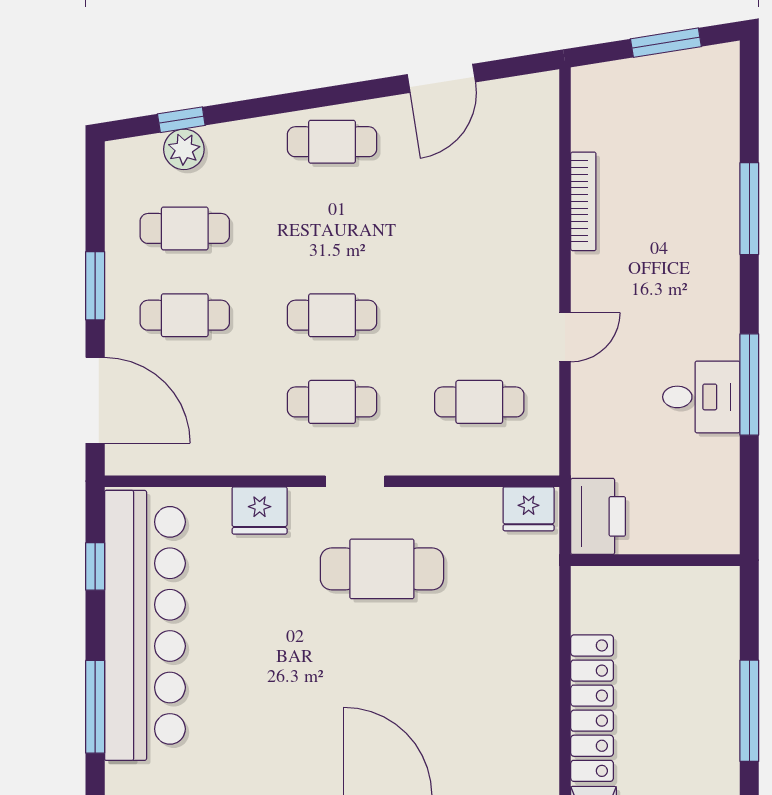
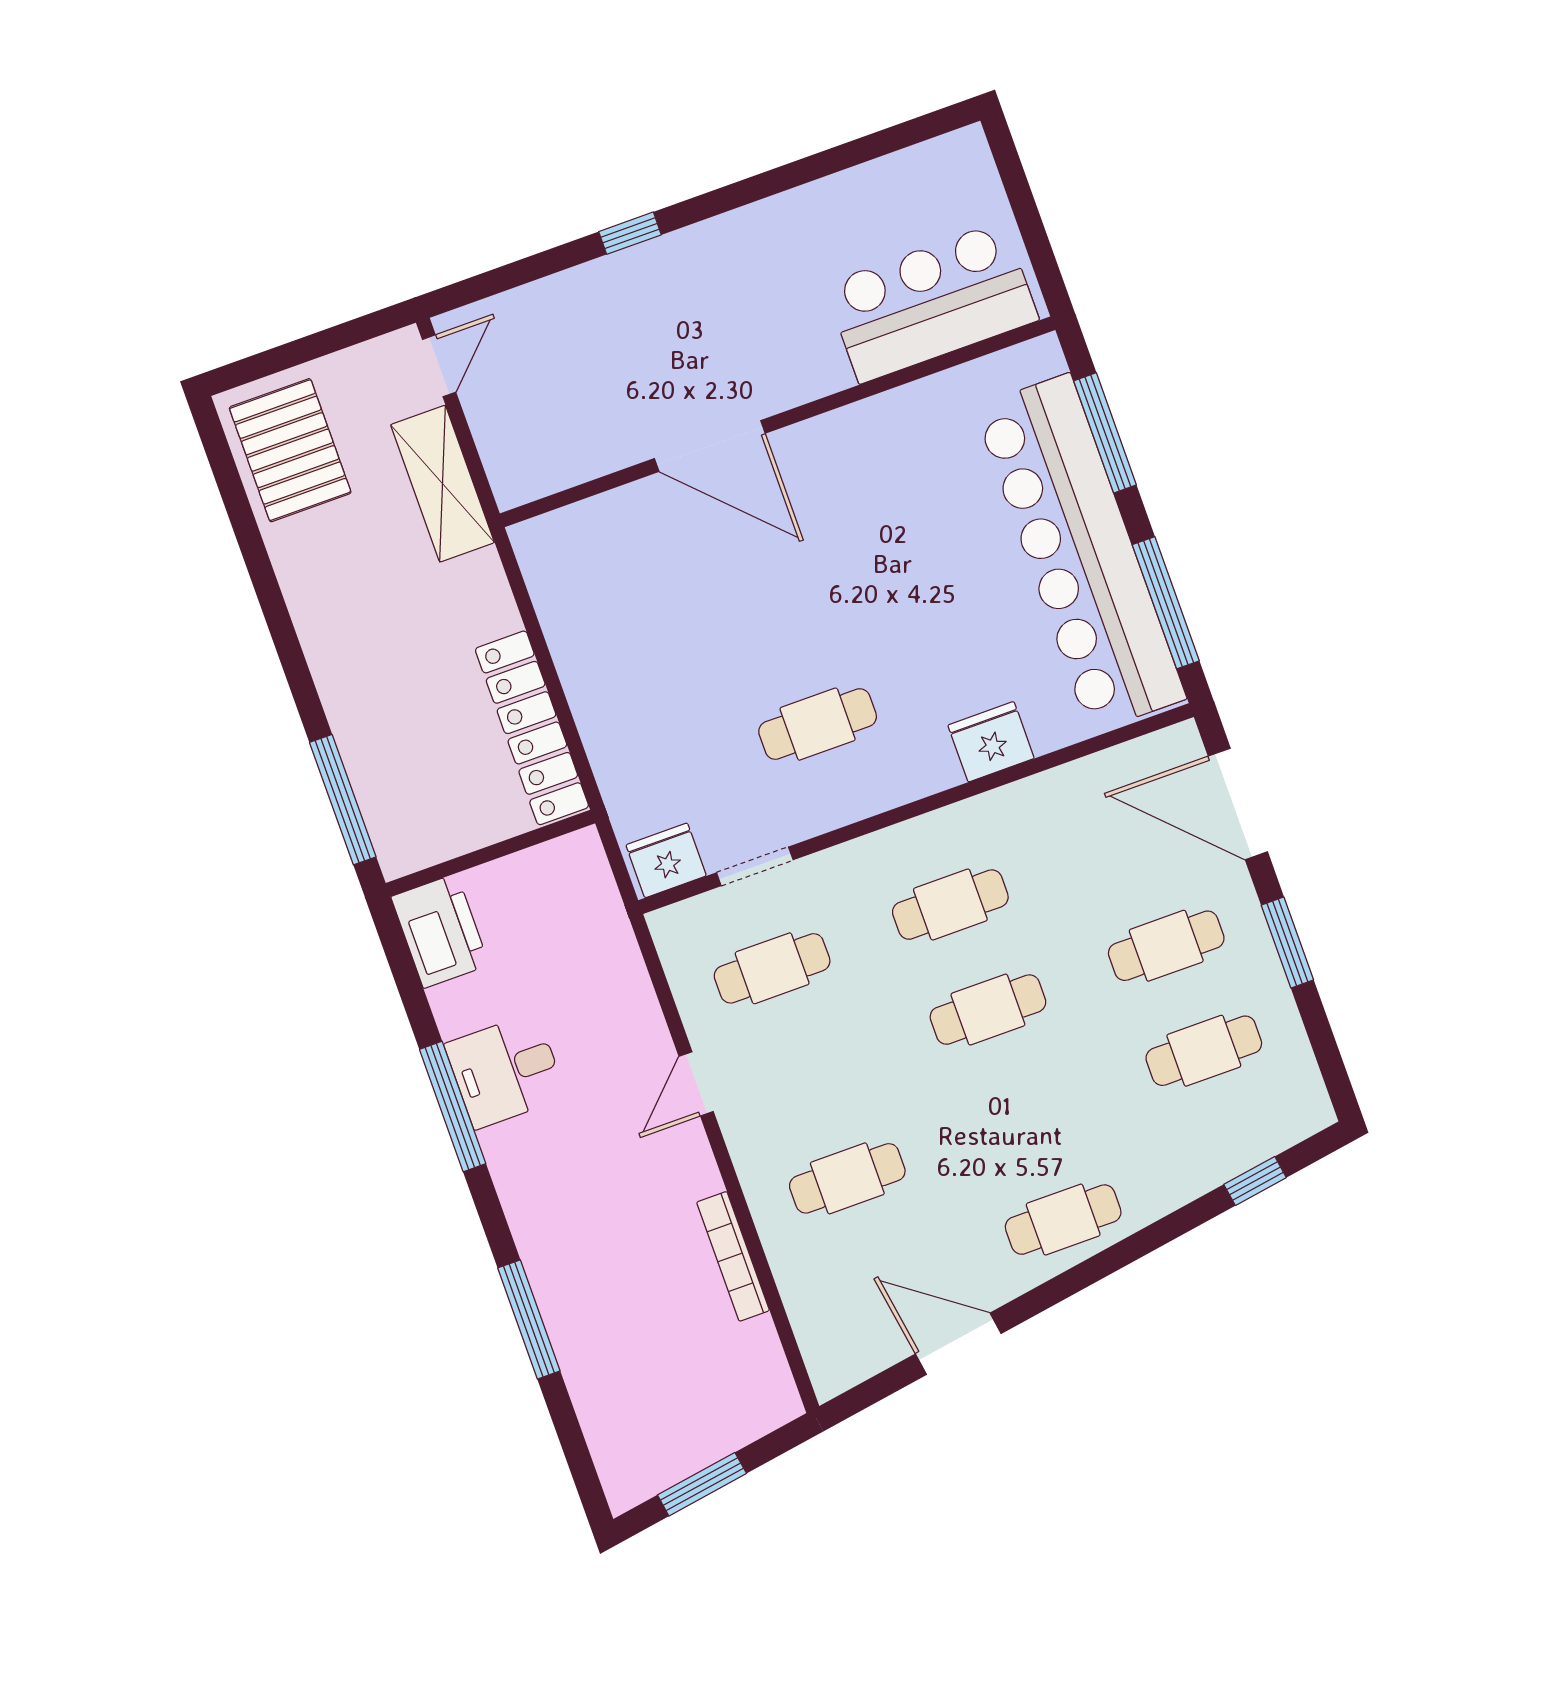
door: (441, 78) -> (958, 1344), hinge flipped
plant: (184, 149) -> (1239, 1146), removed
cafe table: (479, 228) -> (847, 1178), added
doorway: (355, 481) -> (755, 866), moved
printer: (598, 516) -> (440, 931), moved, turned 180
window: (95, 566) -> (1166, 603), width x2.17
cafe table: (382, 569) -> (818, 724), width x0.73, depth x0.74
locker: (592, 708) -> (532, 728), moved
window: (749, 711) -> (343, 800), moved

